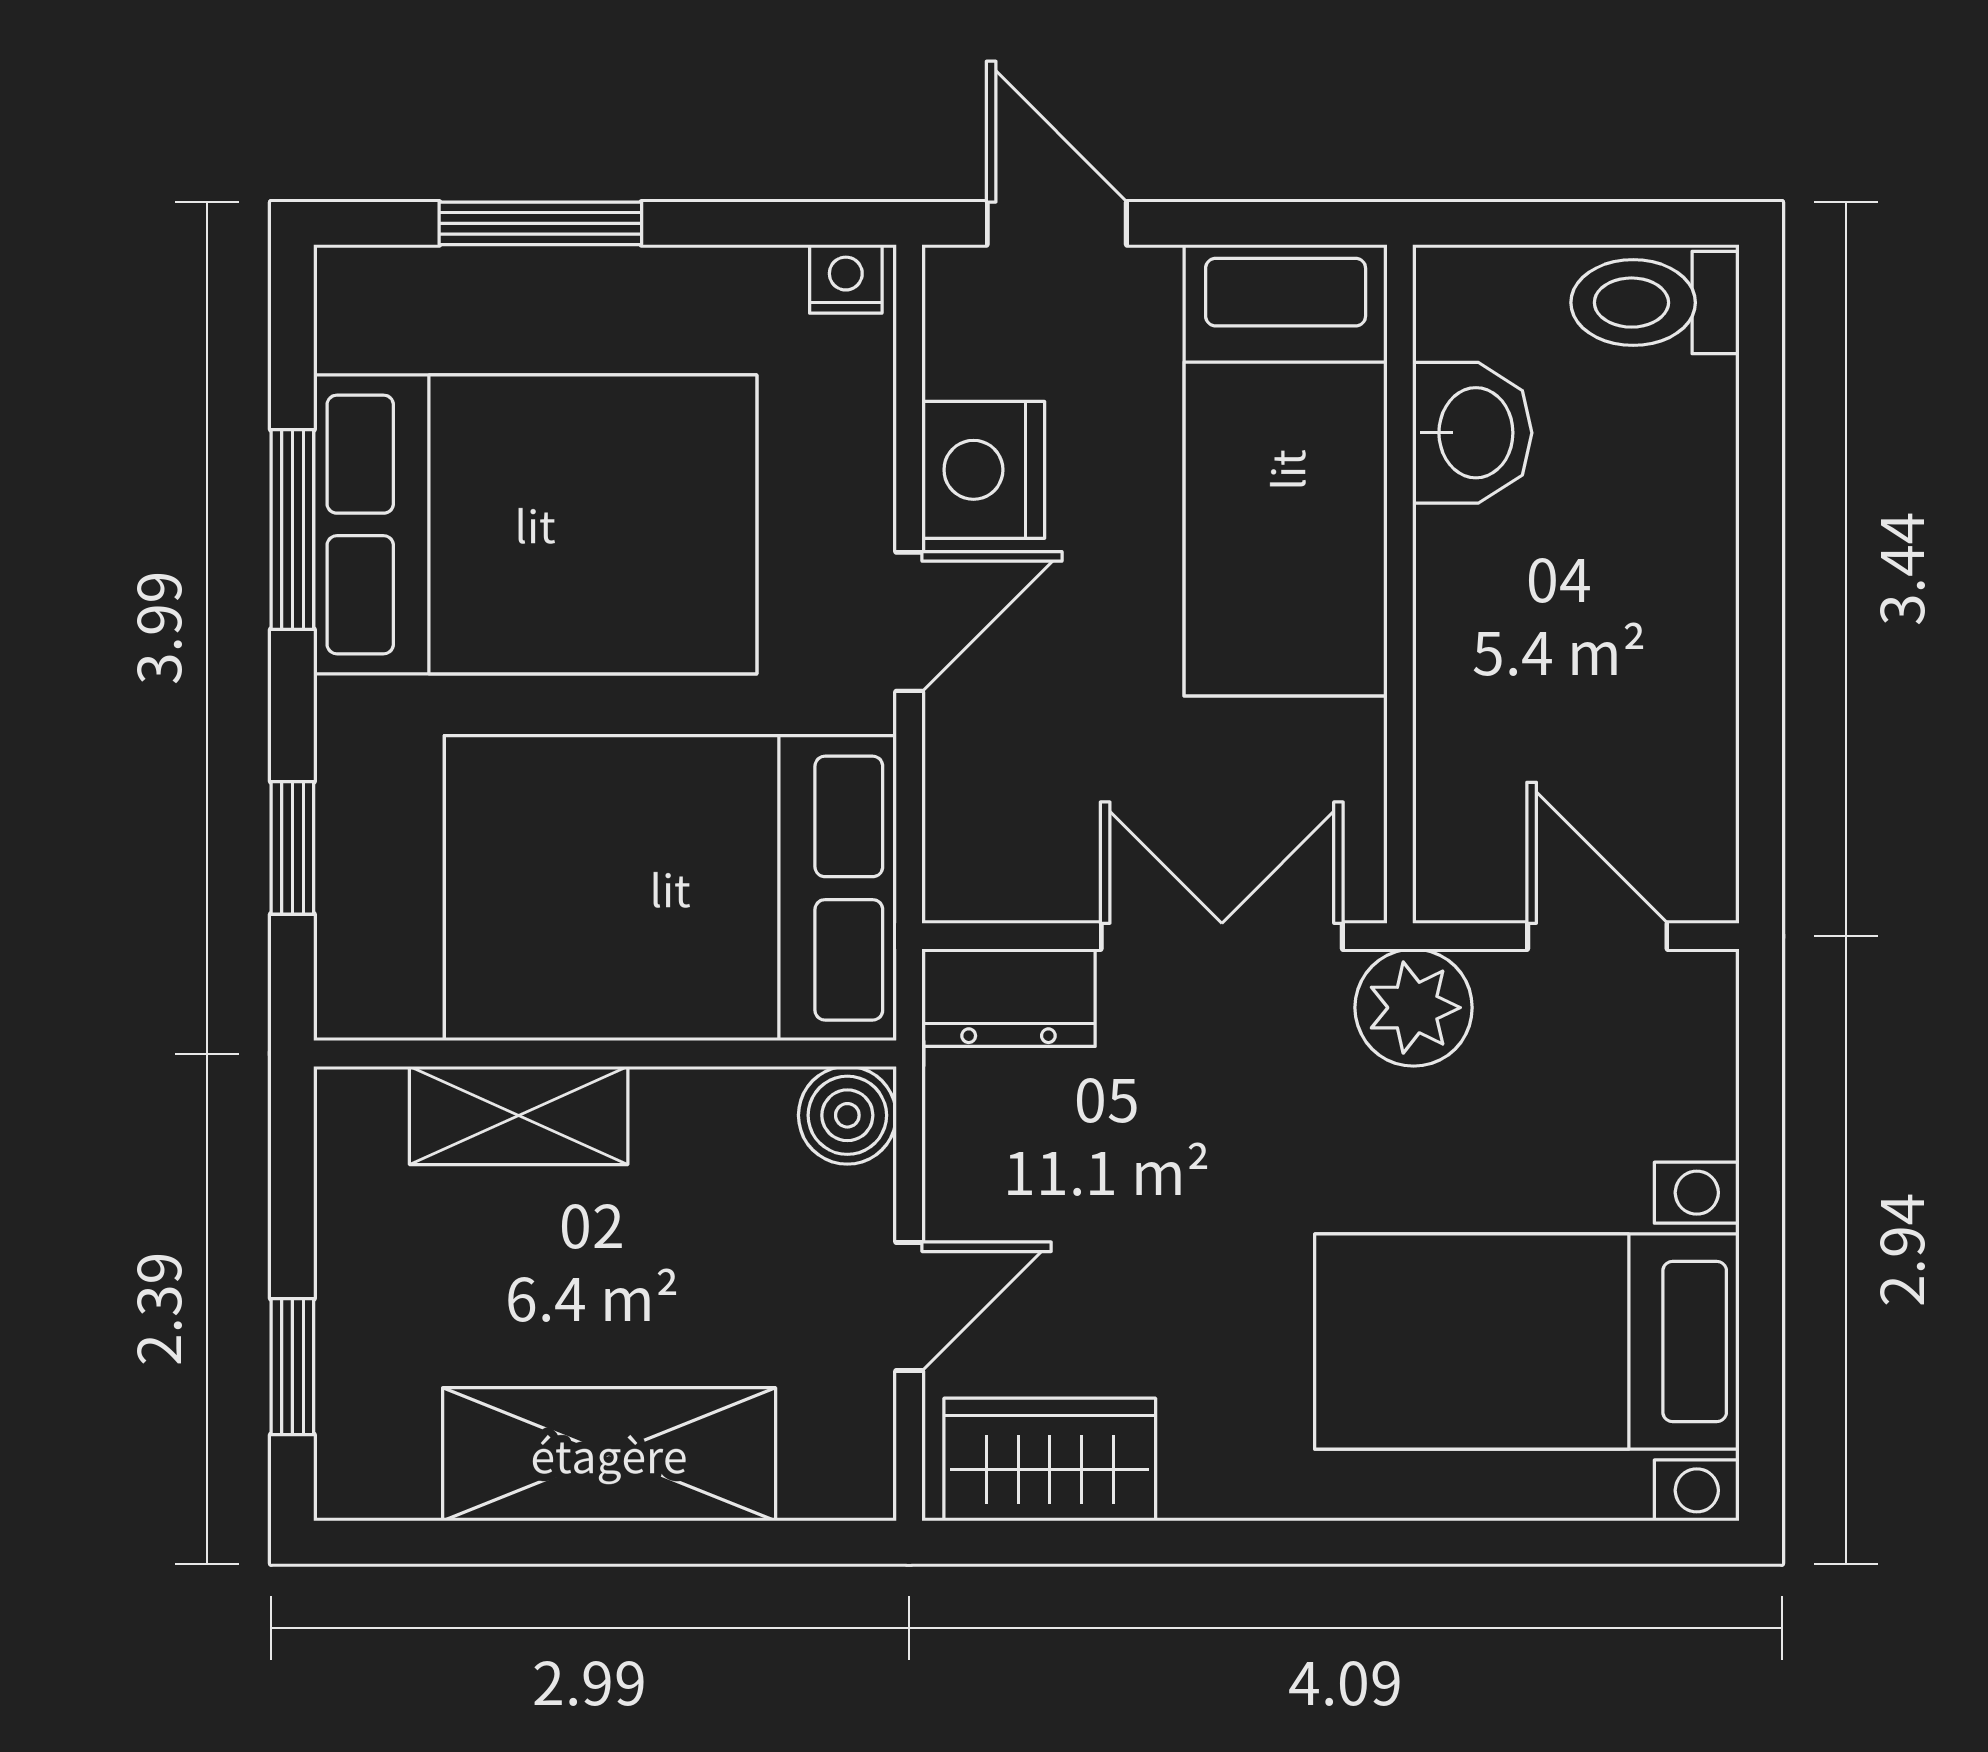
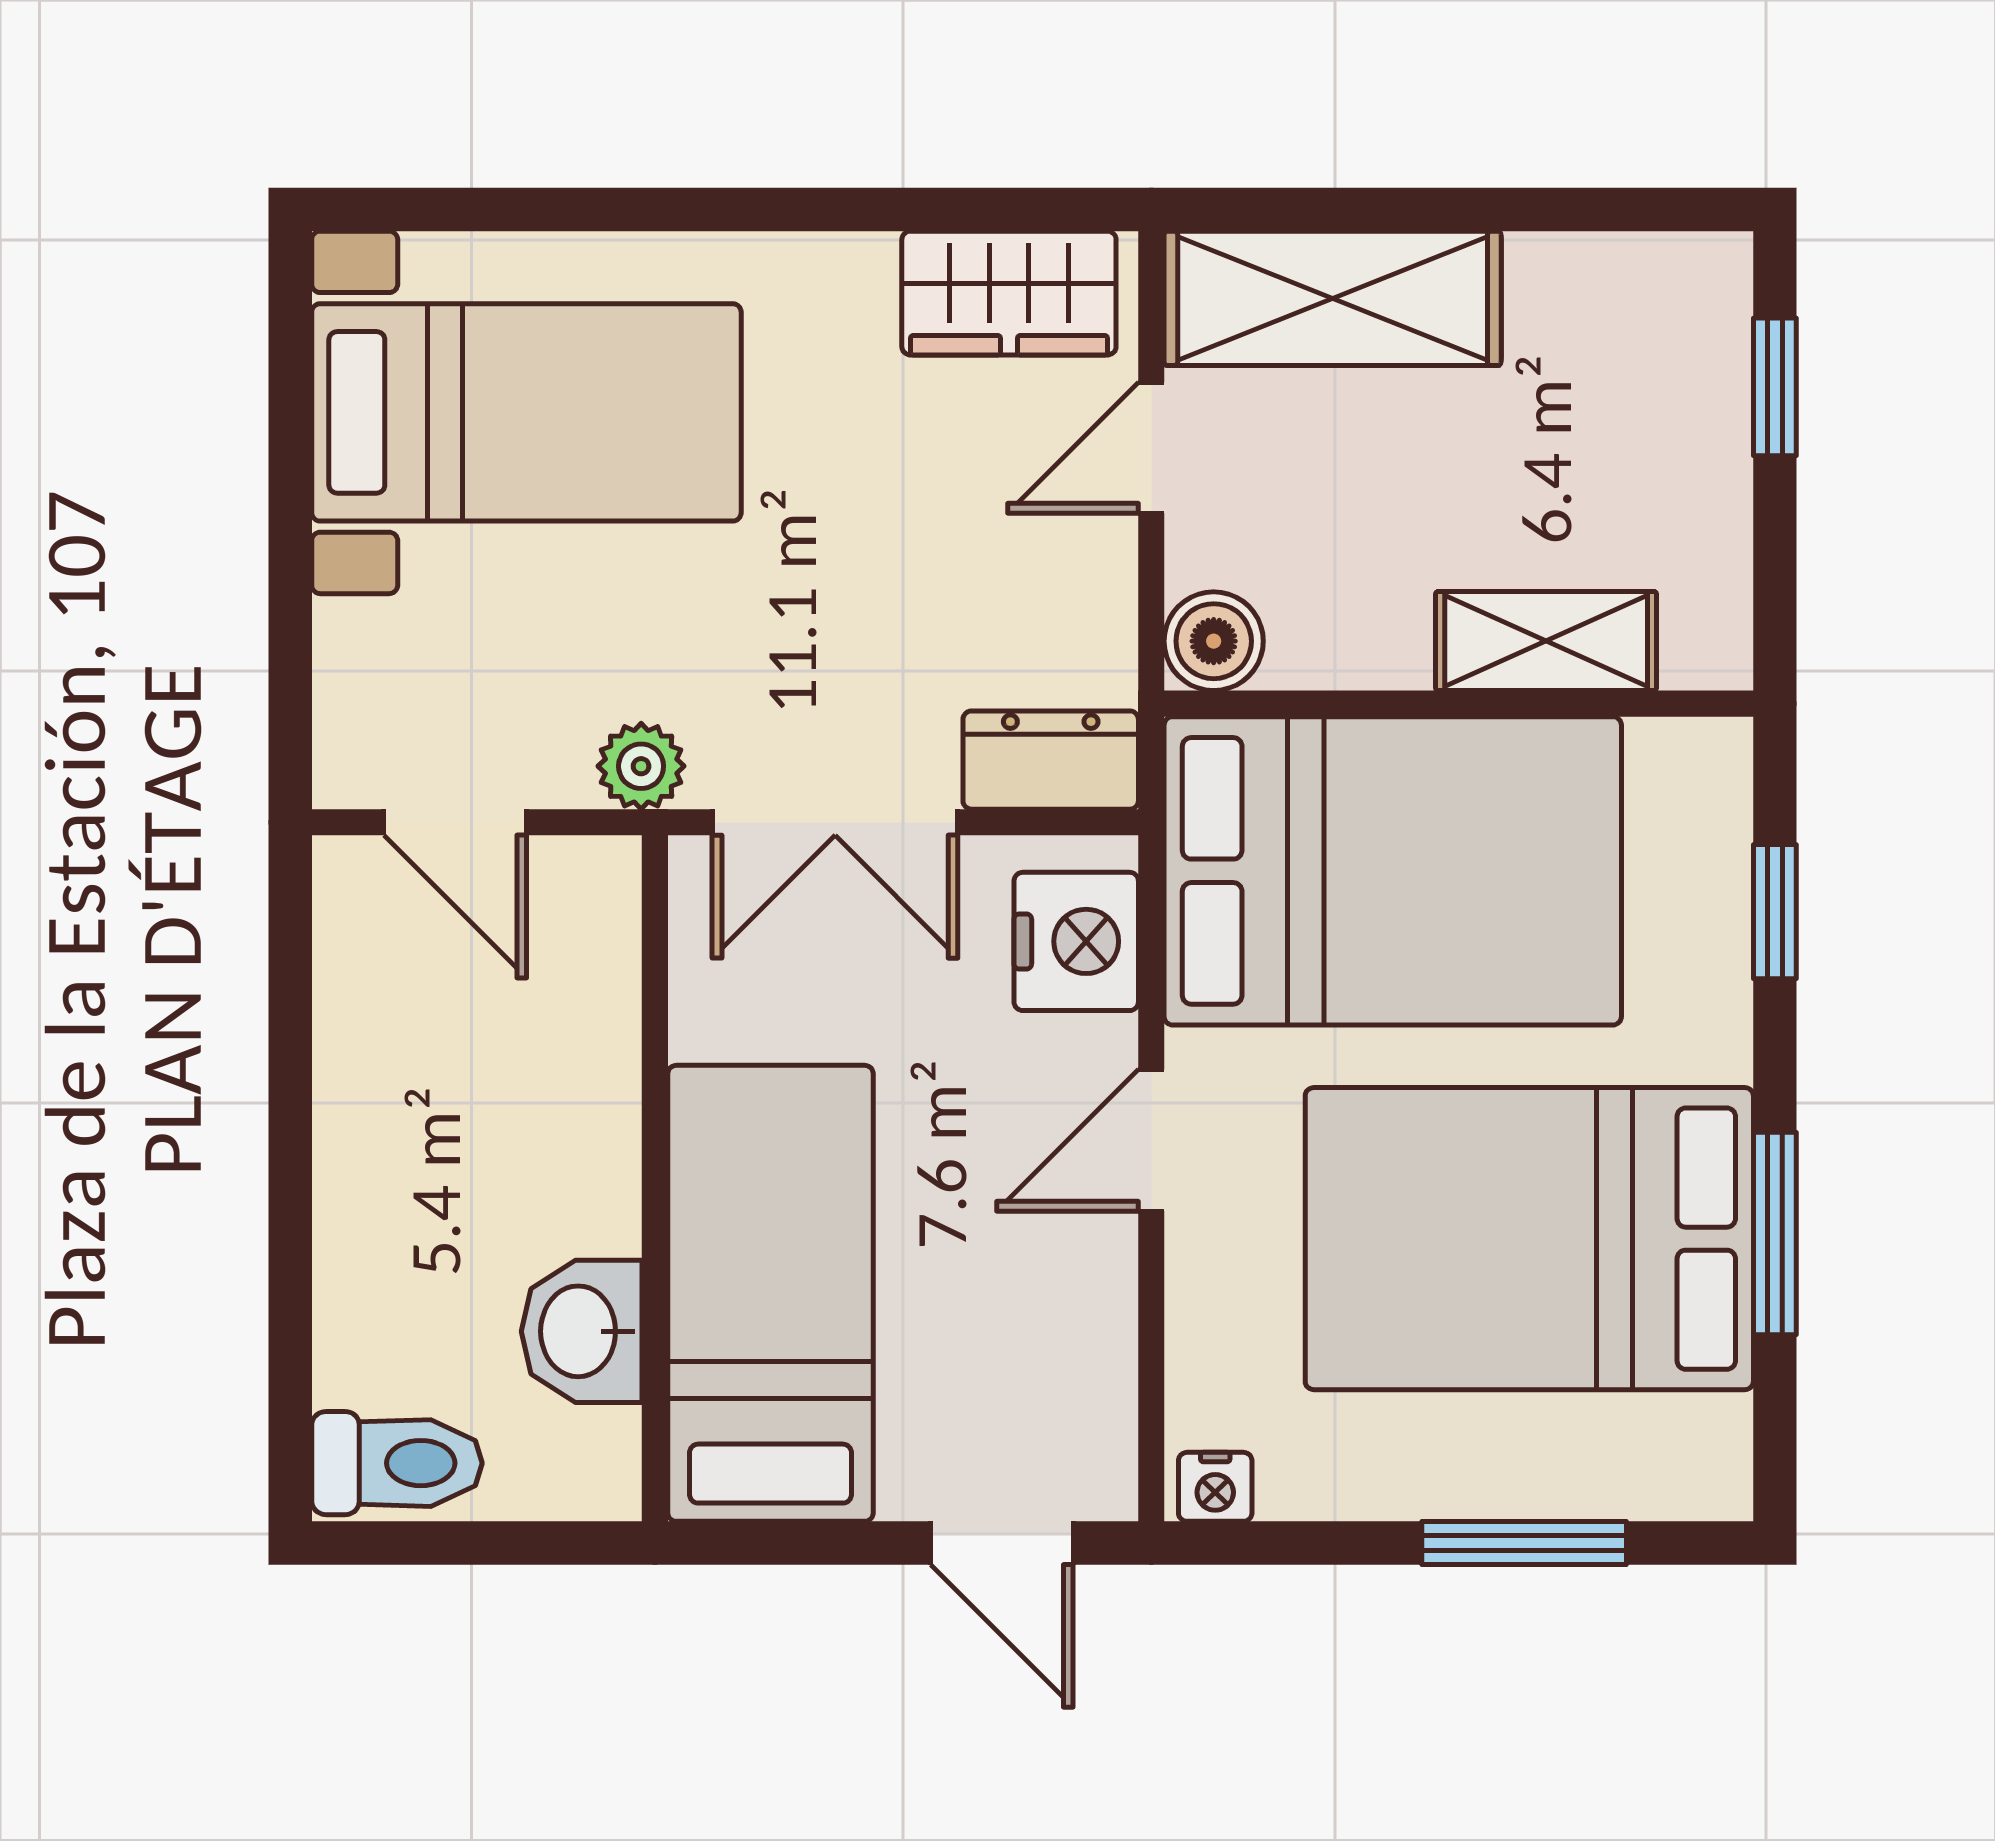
nightstand: (983, 470) -> (1076, 941), moved
plant: (1414, 1008) -> (641, 766), width x0.73, depth x0.73
shelving: (609, 1454) -> (1333, 298), moved

